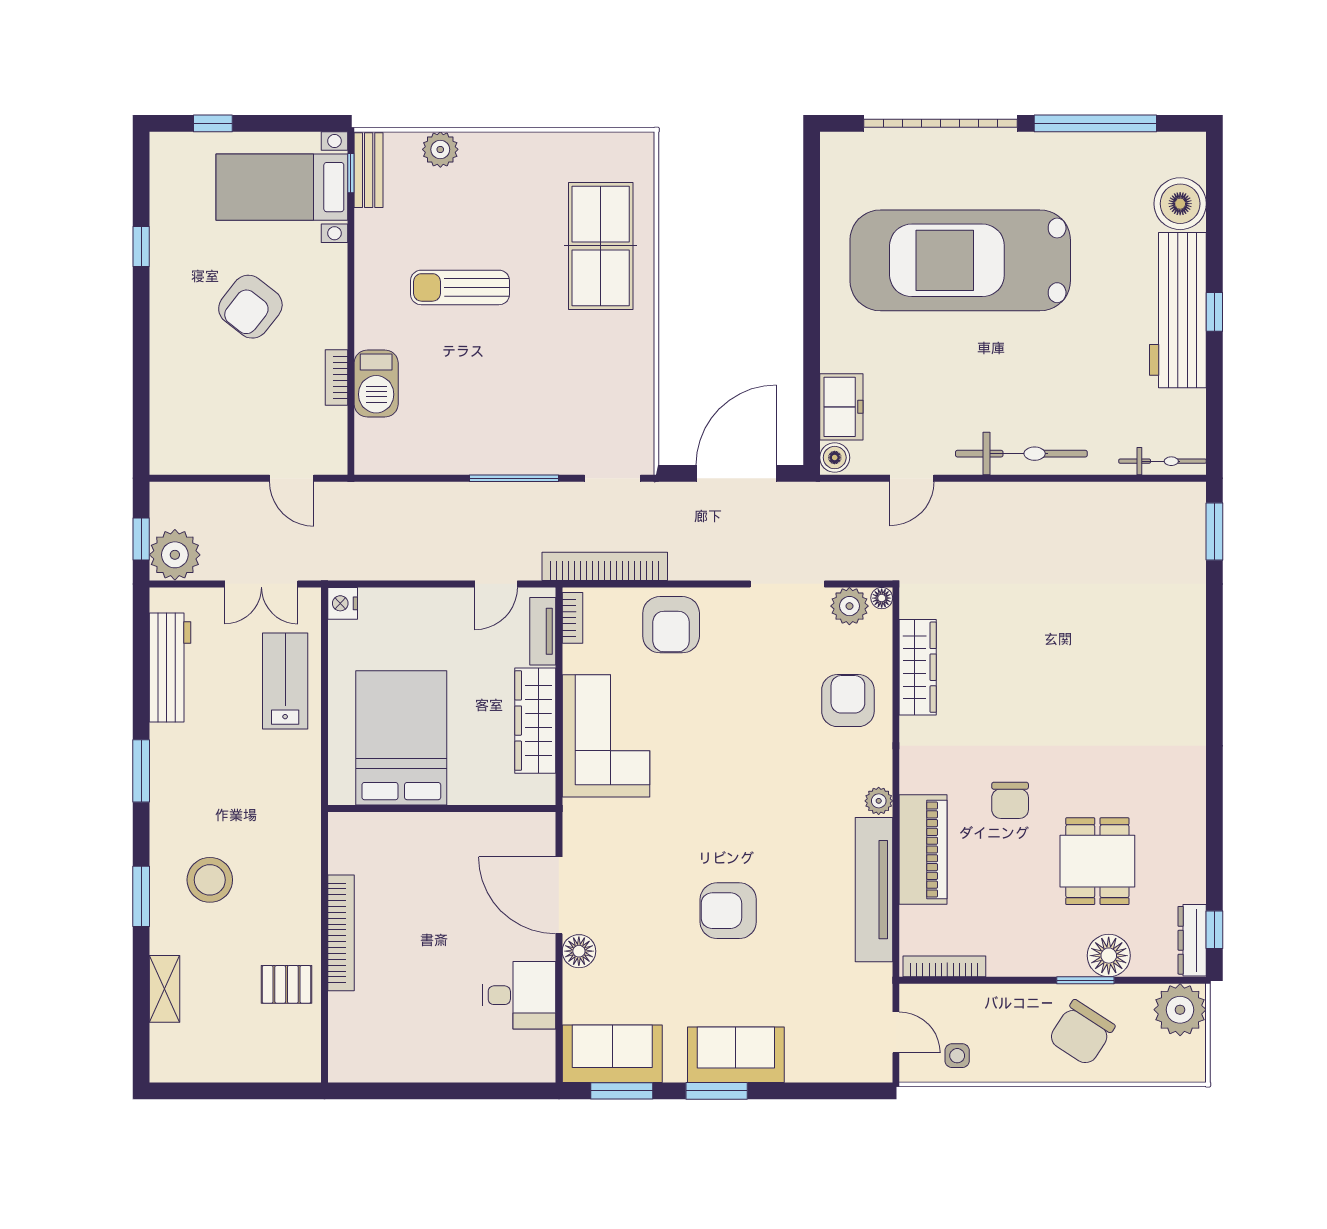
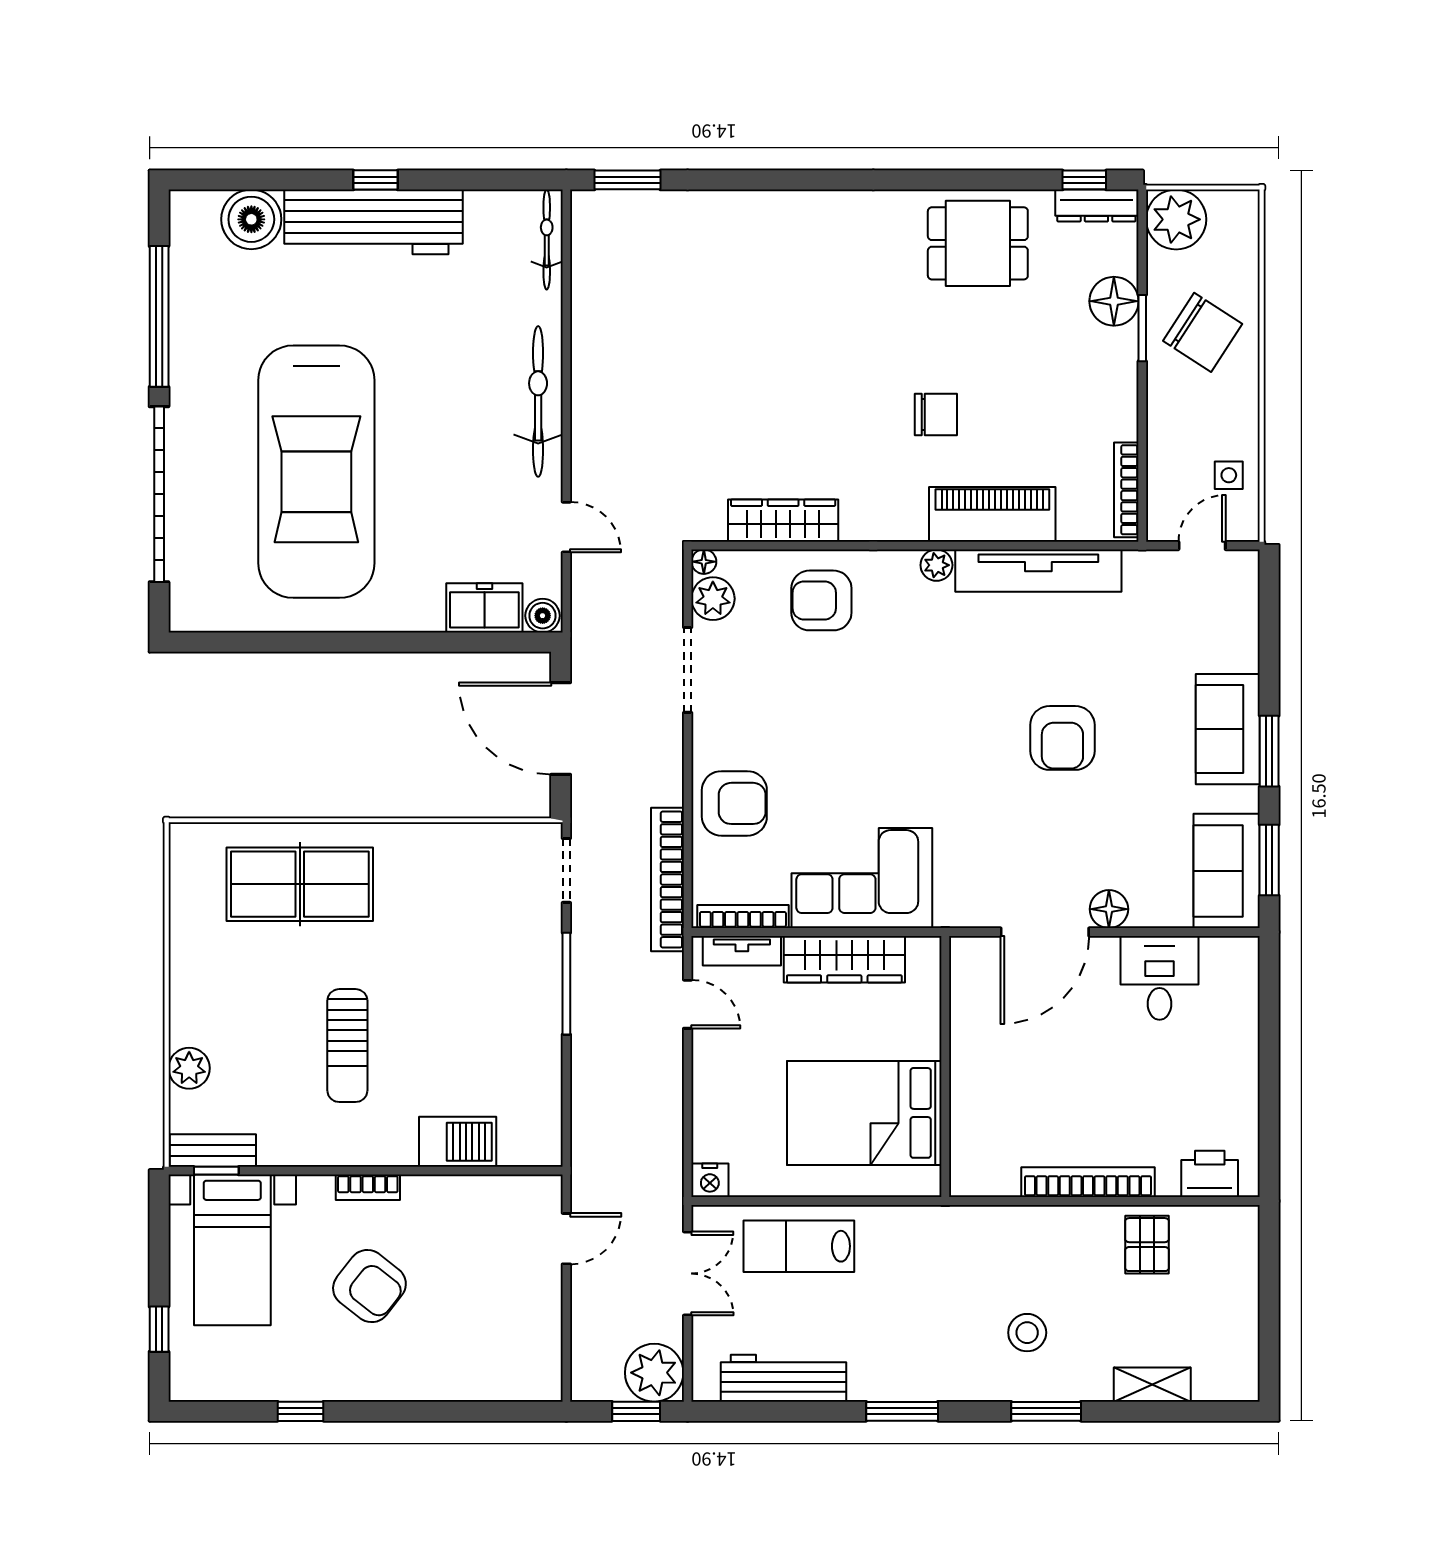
bookcase: (337, 378) -> (368, 1187), moved
bookcase: (572, 618) -> (743, 917), width x1.56
dining table: (1097, 861) -> (978, 243), moved
stool: (210, 880) -> (1027, 1333), width x0.73, depth x0.73
printer: (348, 1039) -> (1210, 1174), added

